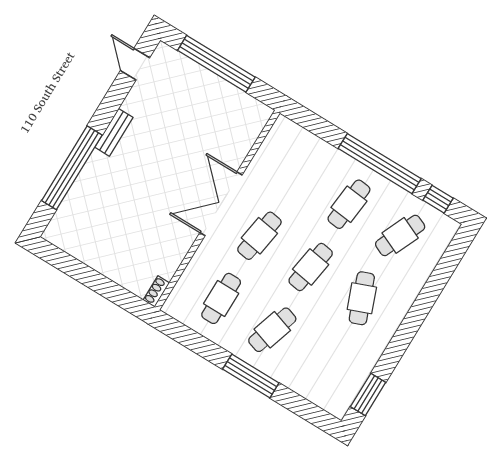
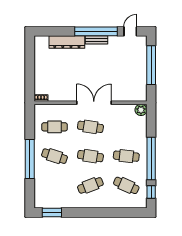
plant: (284, 129) -> (141, 110), added
window: (72, 168) -> (96, 31), moved
dresser: (86, 186) -> (67, 42), added
window: (251, 376) -> (30, 159), width x1.46

